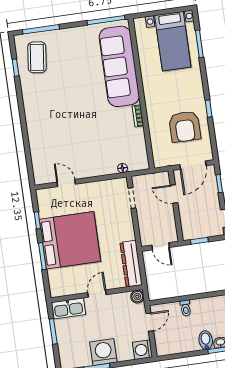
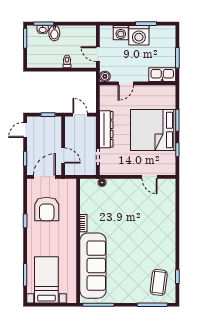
armchair: (185, 127) -> (47, 209), turned 180
dresser: (131, 264) -> (106, 129), moved
door: (97, 294) -> (126, 83), moved
door: (150, 322) -> (98, 54), hinge flipped
washing machine: (143, 350) -> (121, 33), moved, turned 90

